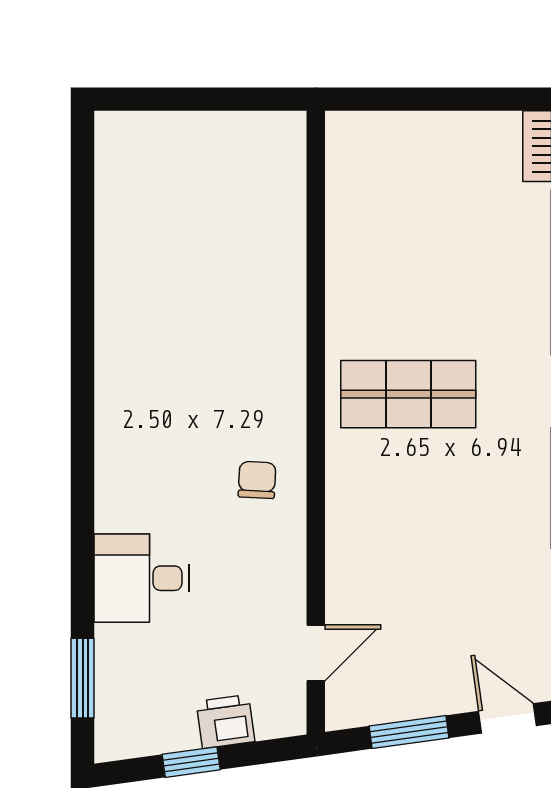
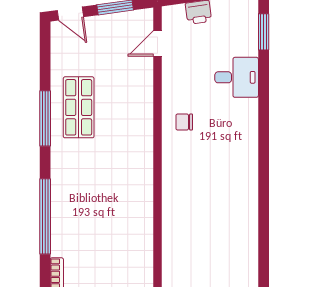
shop shelf: (408, 394) -> (79, 107), moved, turned 90
chair: (257, 480) -> (184, 122), turned 87

